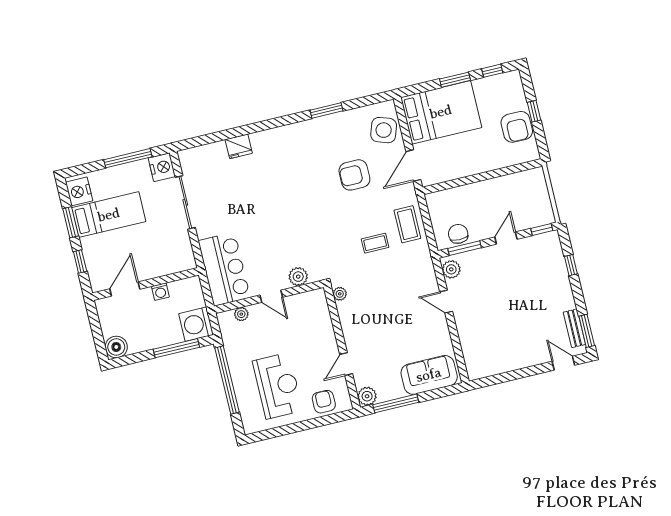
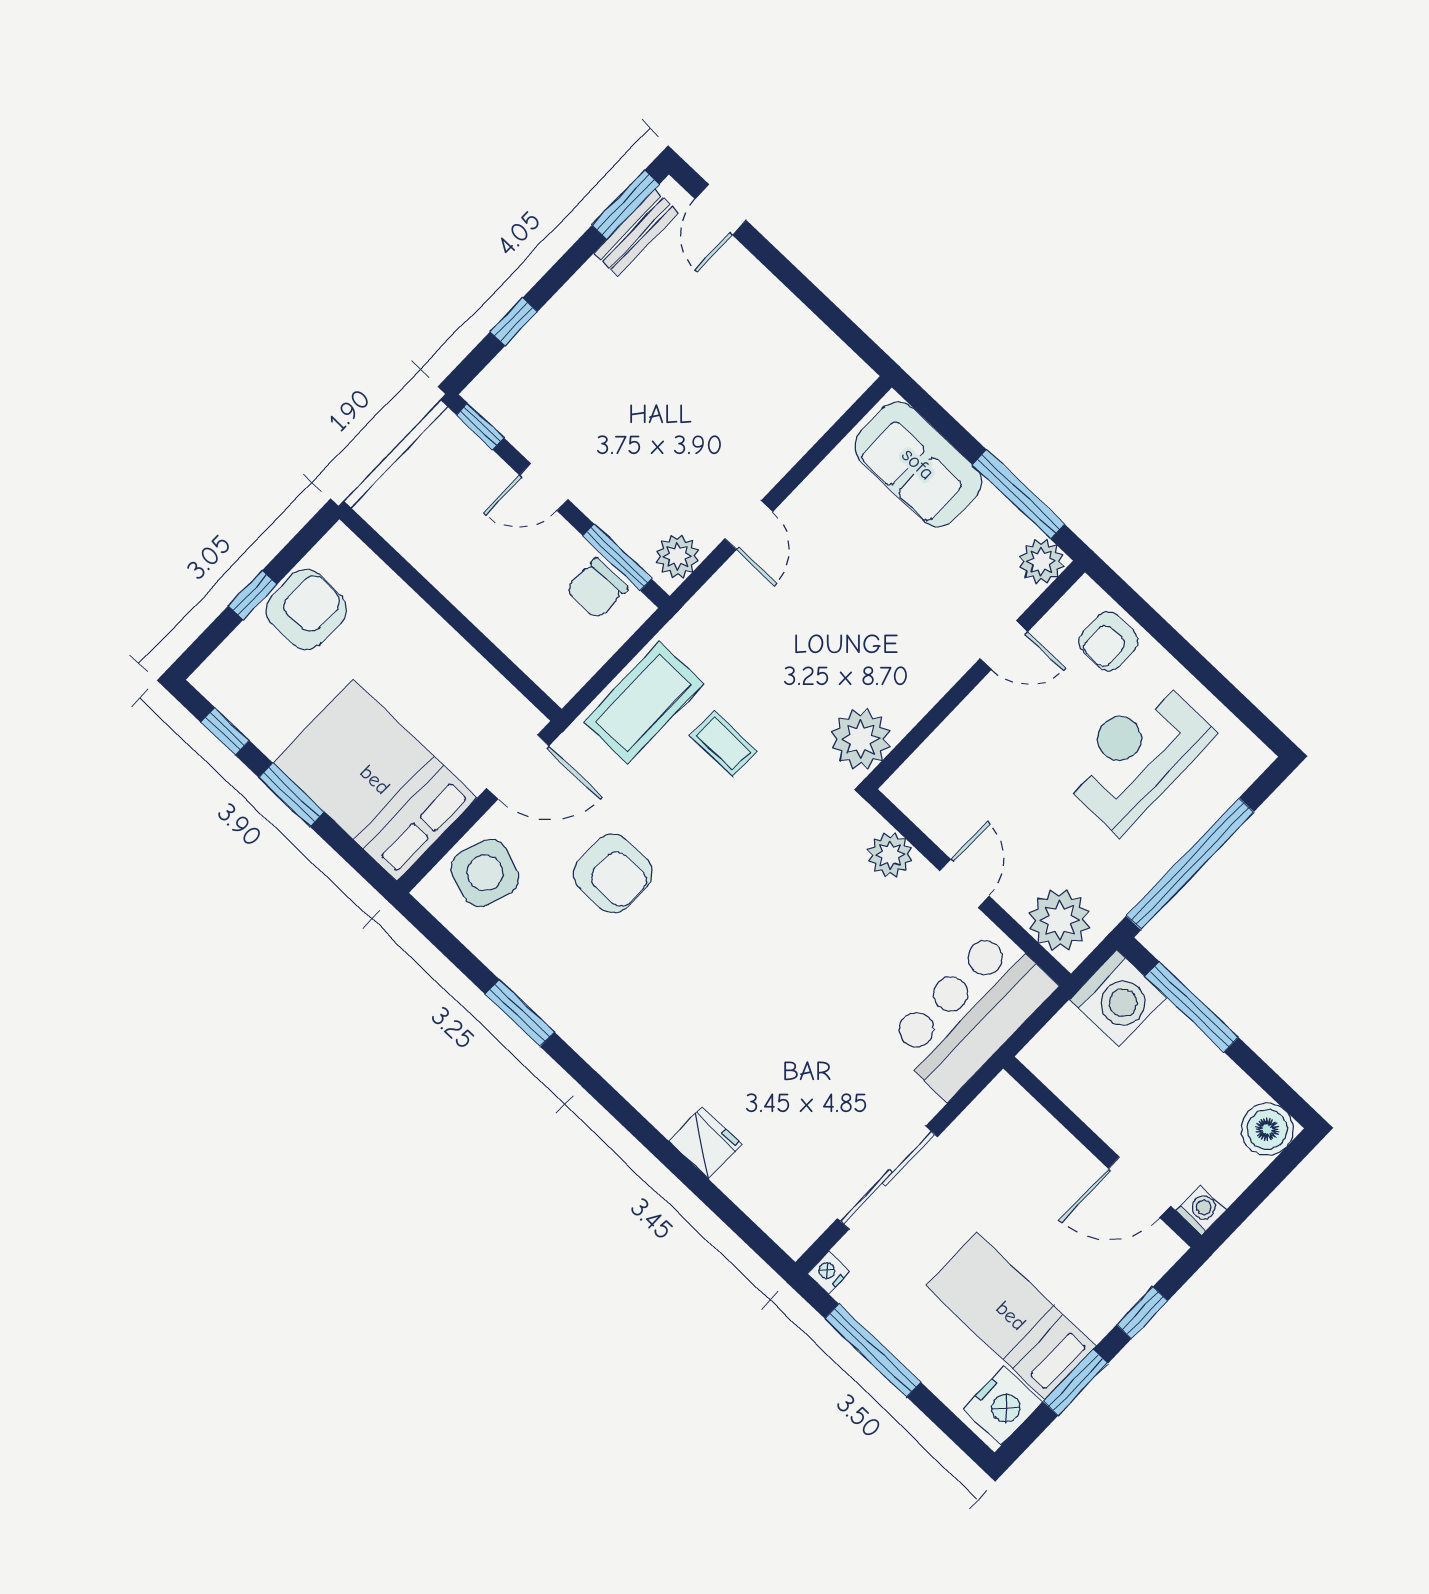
nightstand: (162, 167) -> (829, 1272), width x0.53, depth x0.56
coffee table: (407, 224) -> (643, 703), width x1.36, depth x1.32
washing machine: (160, 292) -> (1201, 1210), moved
plant: (340, 294) -> (861, 739), width x1.88, depth x1.88
plant: (241, 314) -> (1060, 920), width x1.88, depth x1.88

